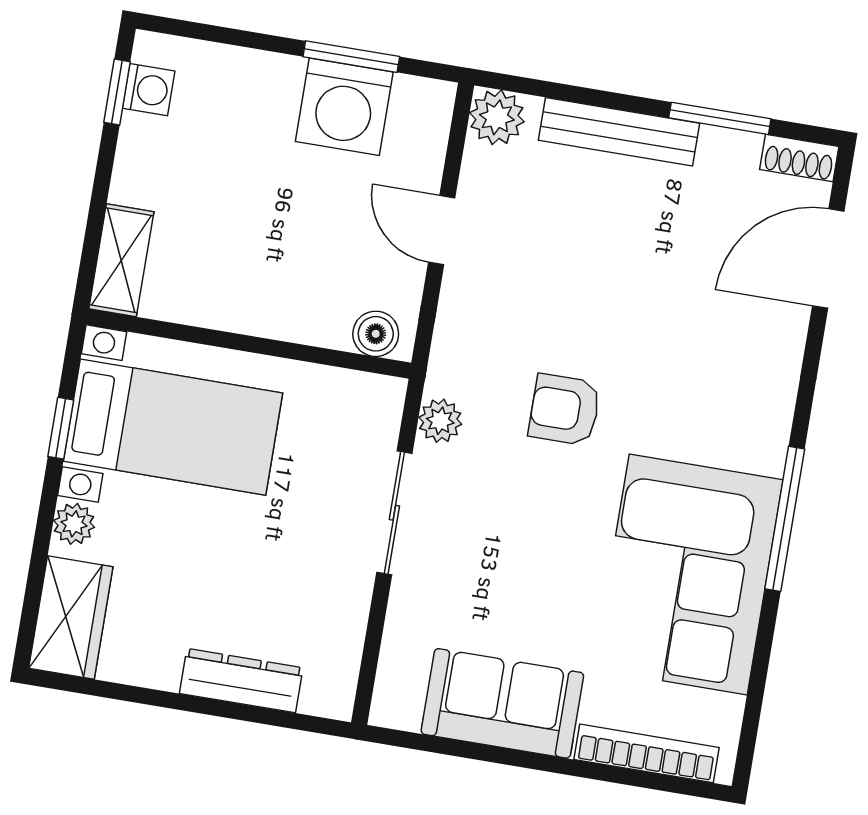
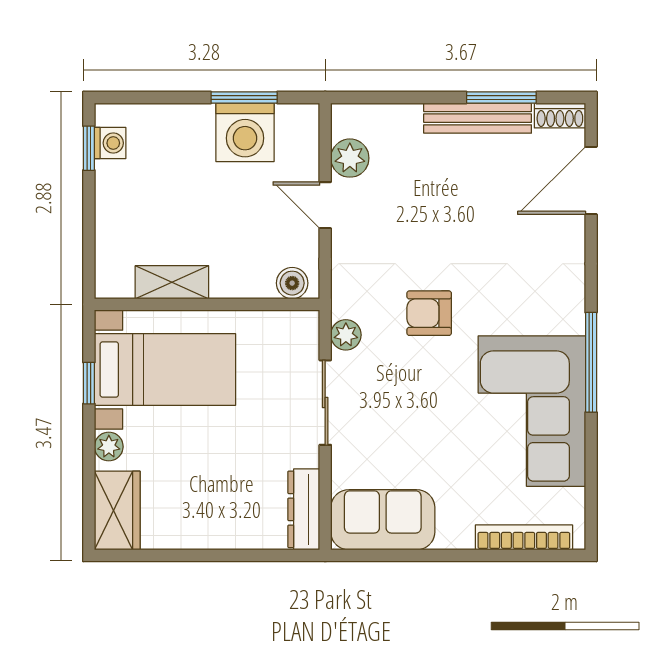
plant: (497, 117) -> (350, 158), moved
bench: (619, 132) -> (478, 118), moved
shelving: (121, 260) -> (172, 282), moved, turned 90
dresser: (241, 681) -> (304, 509), moved, turned -90
sofa: (502, 703) -> (383, 520), moved

